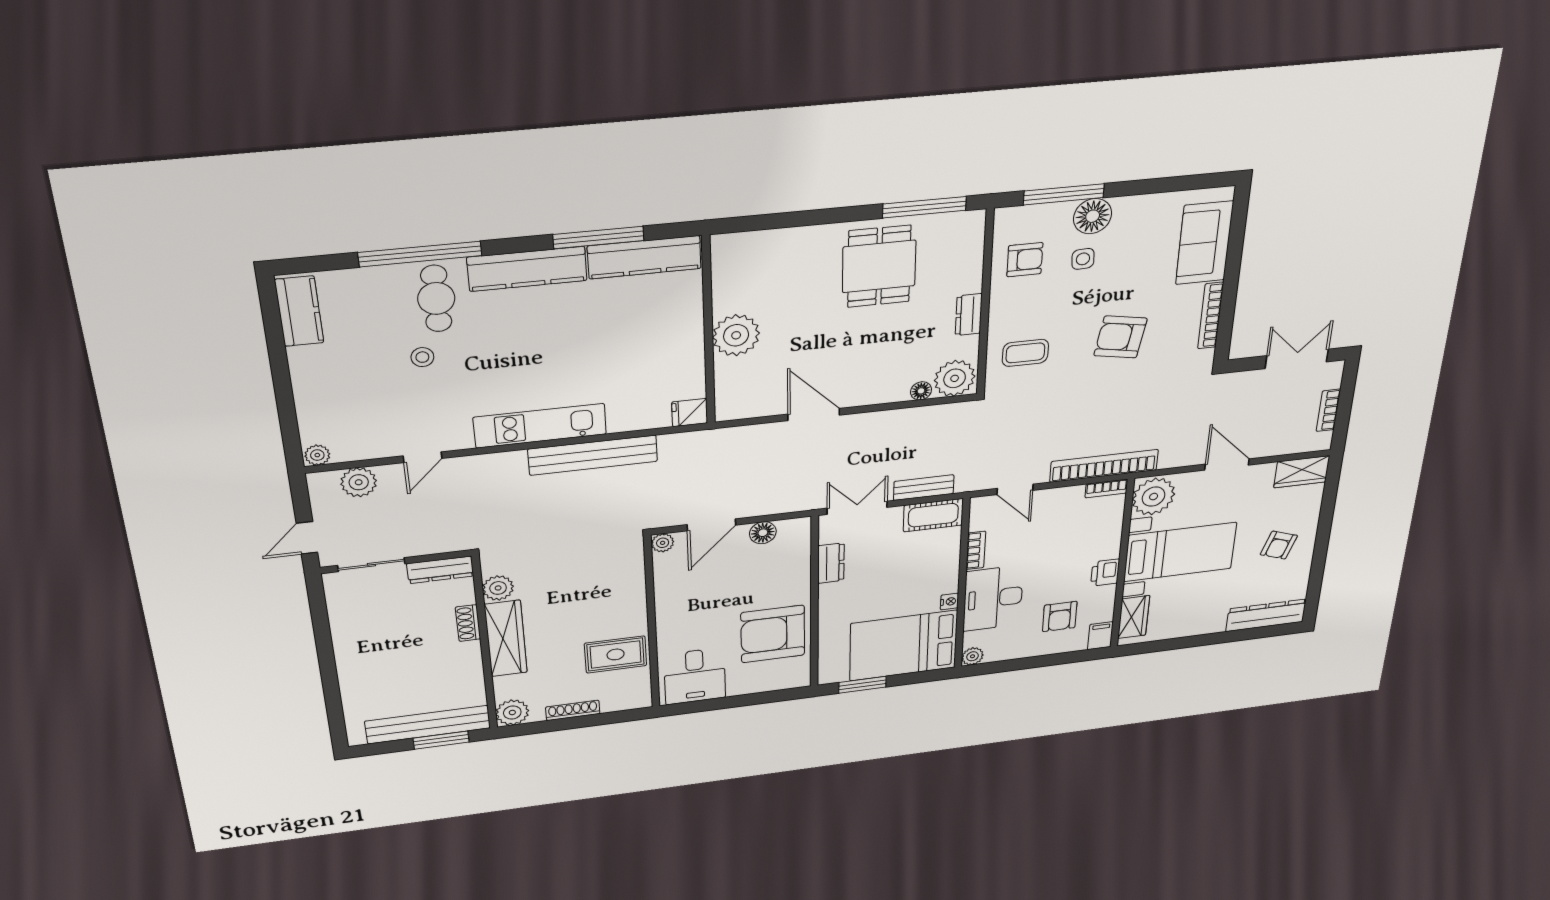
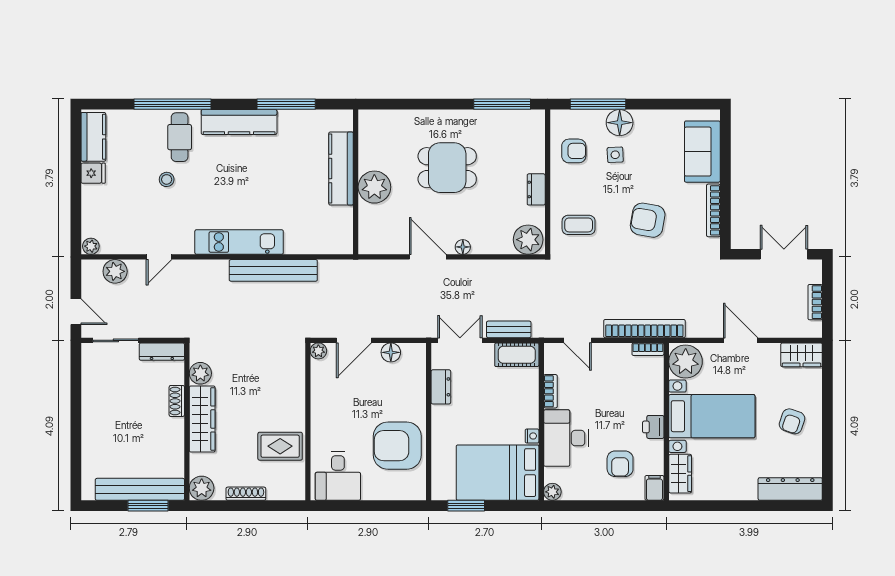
kitchen counter: (644, 257) -> (341, 169), moved, turned 90
dining table: (879, 266) -> (447, 168), moved, turned 90
floor lamp: (921, 391) -> (463, 247), moved
fridge: (690, 412) -> (93, 173), moved, turned 180
door: (307, 538) -> (76, 312), swing flipped

